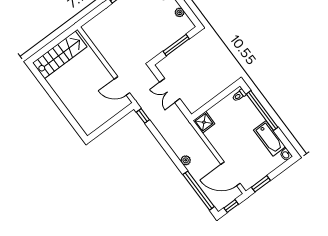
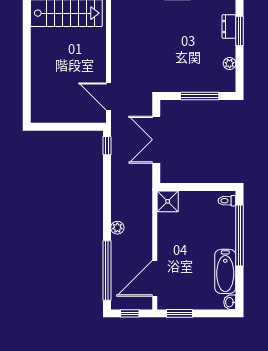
double door: (170, 90) -> (156, 140), width x1.37
door: (231, 174) -> (155, 278), hinge flipped

